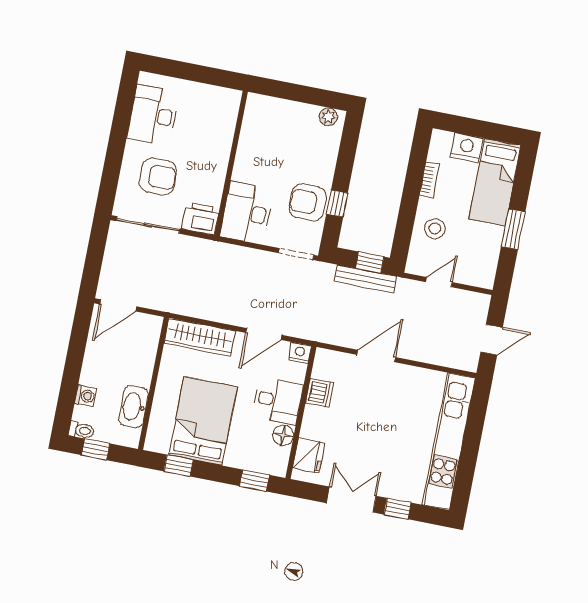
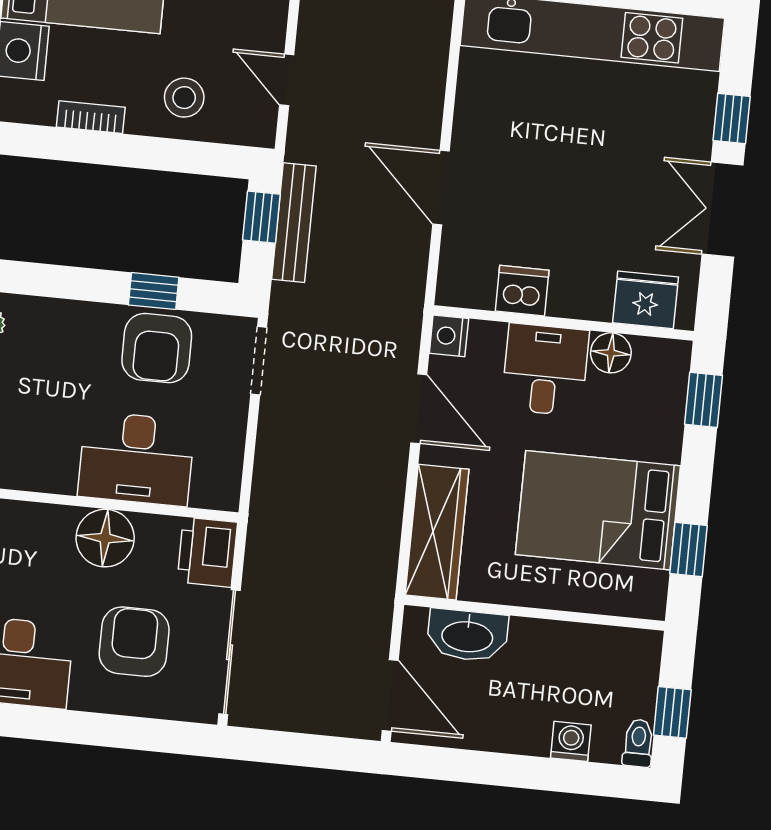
floor lamp: (213, 167) -> (105, 538), added
desk: (247, 213) -> (136, 459), moved
washbasin: (134, 407) -> (467, 635), moved

